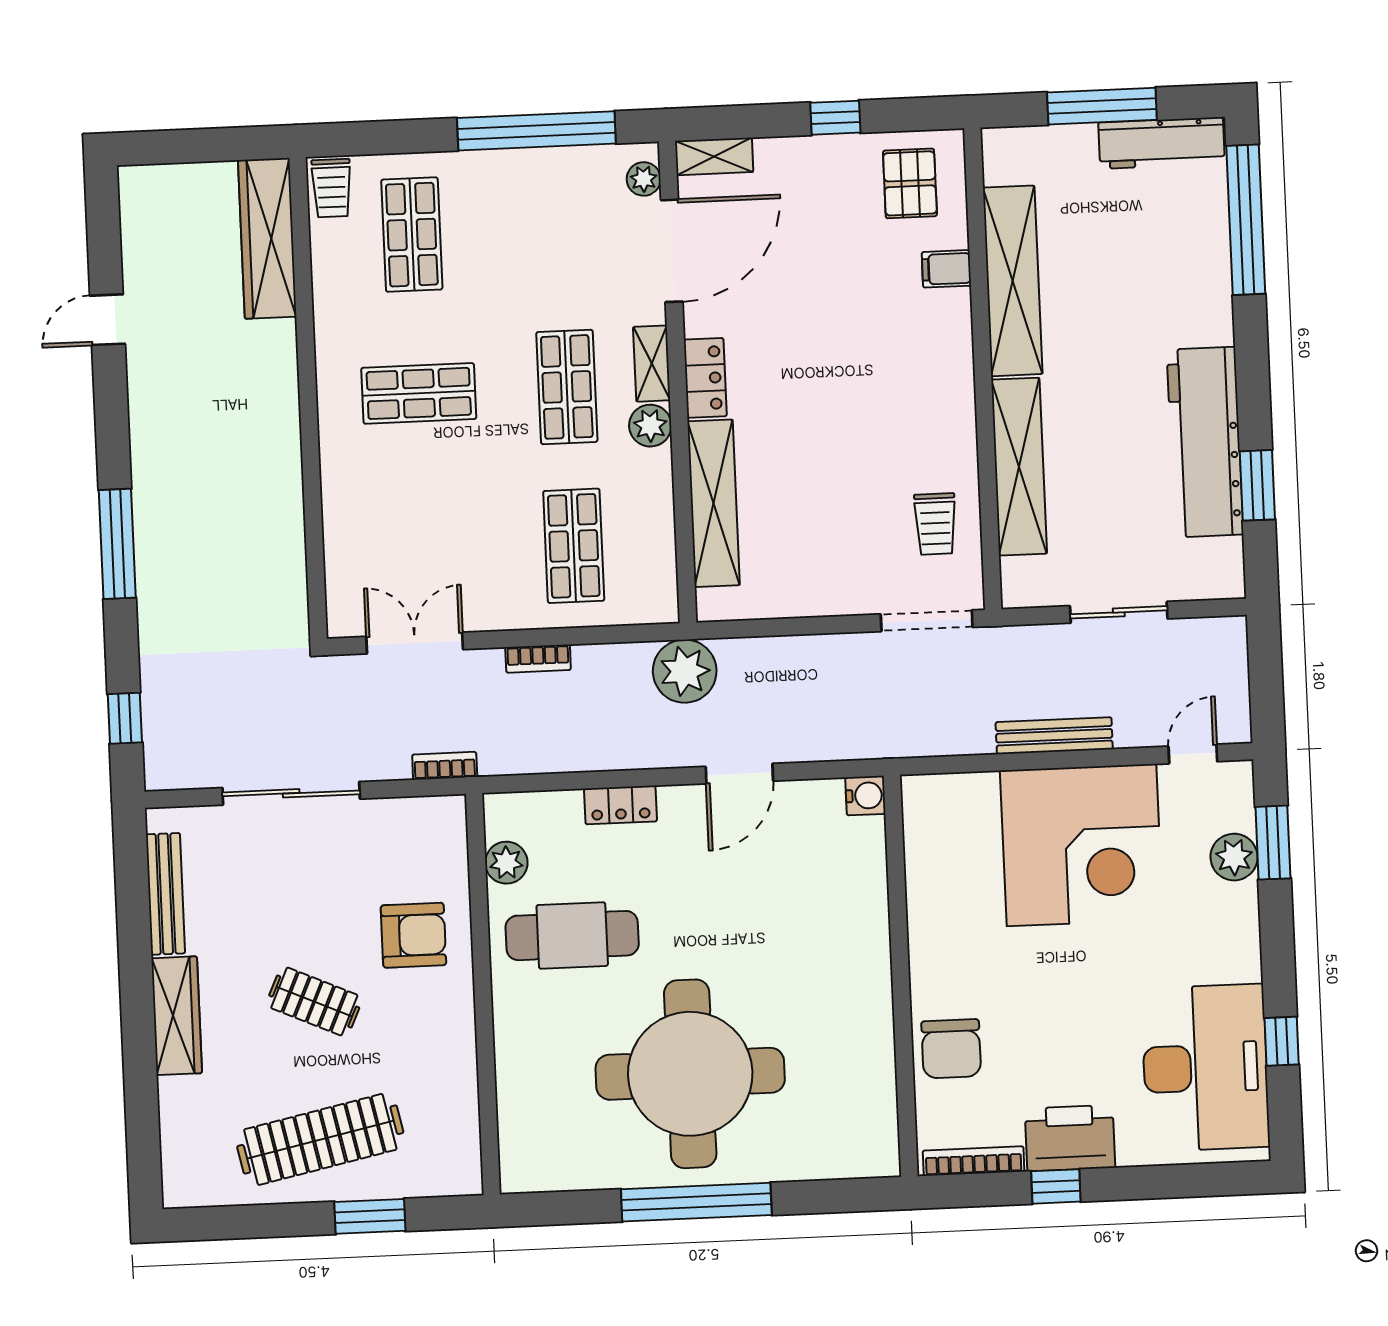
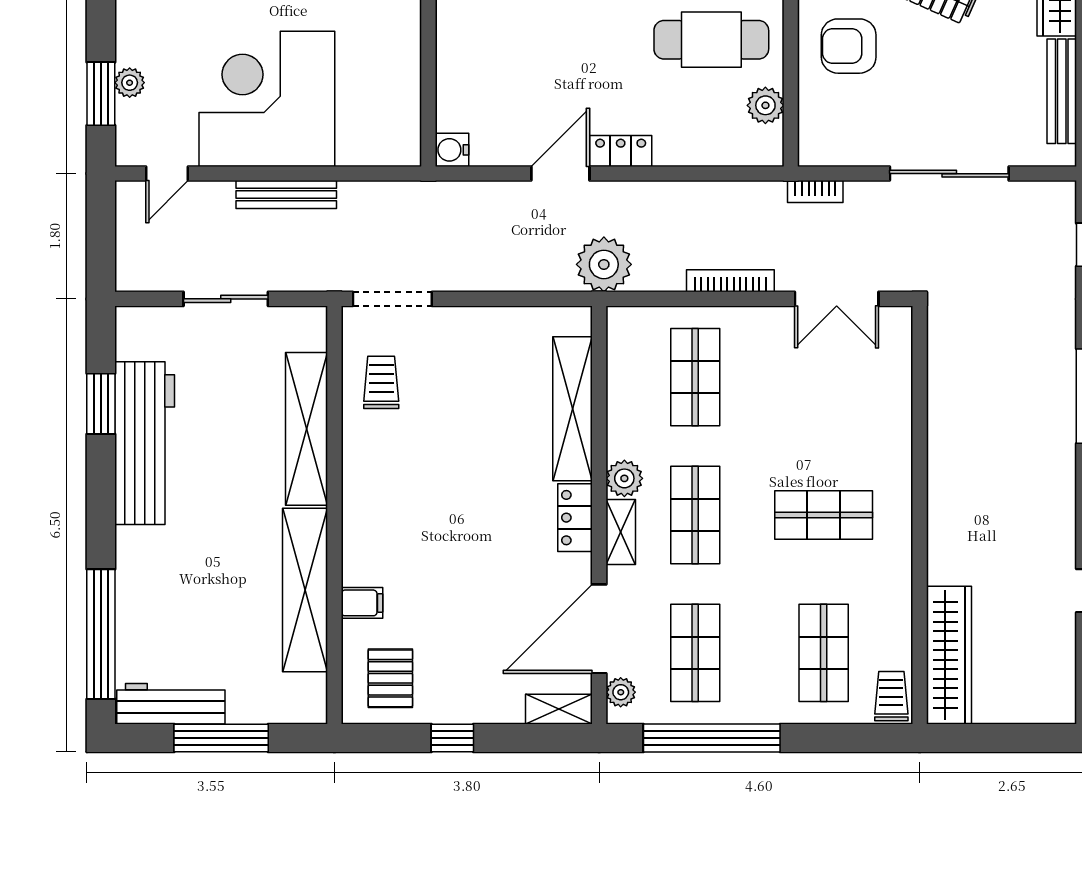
shop shelf: (560, 228) -> (695, 653), added
bookcase: (538, 659) -> (730, 281), width x1.56
locker: (621, 805) -> (621, 151), moved
plant: (1234, 857) -> (130, 83), width x0.73, depth x0.73

